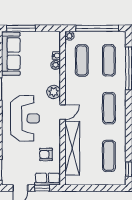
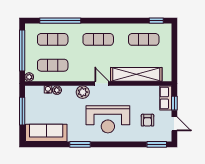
window: (21, 28) -> (22, 111), moved
reception desk: (25, 118) -> (108, 119), turned 180
armchair: (46, 154) -> (147, 120), moved

